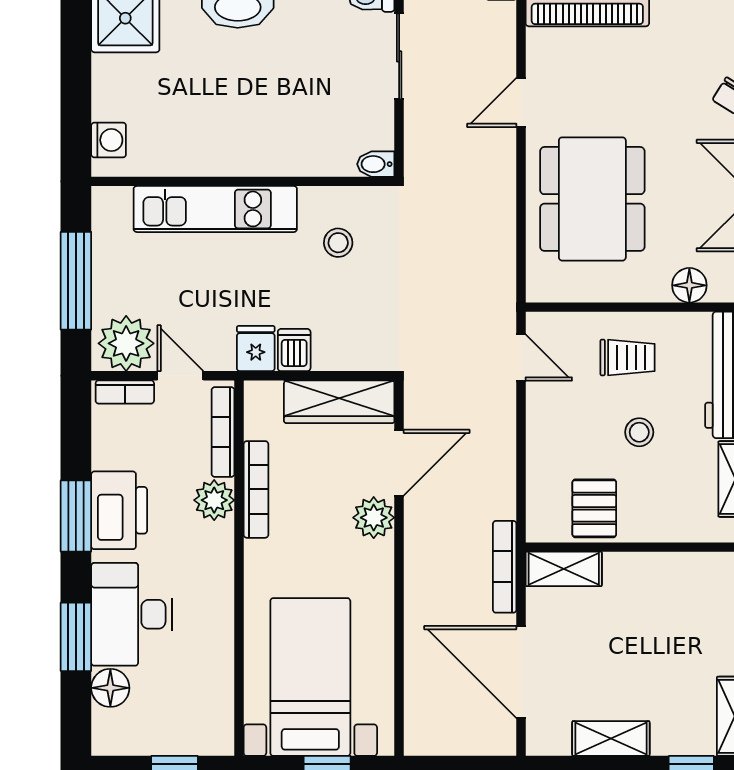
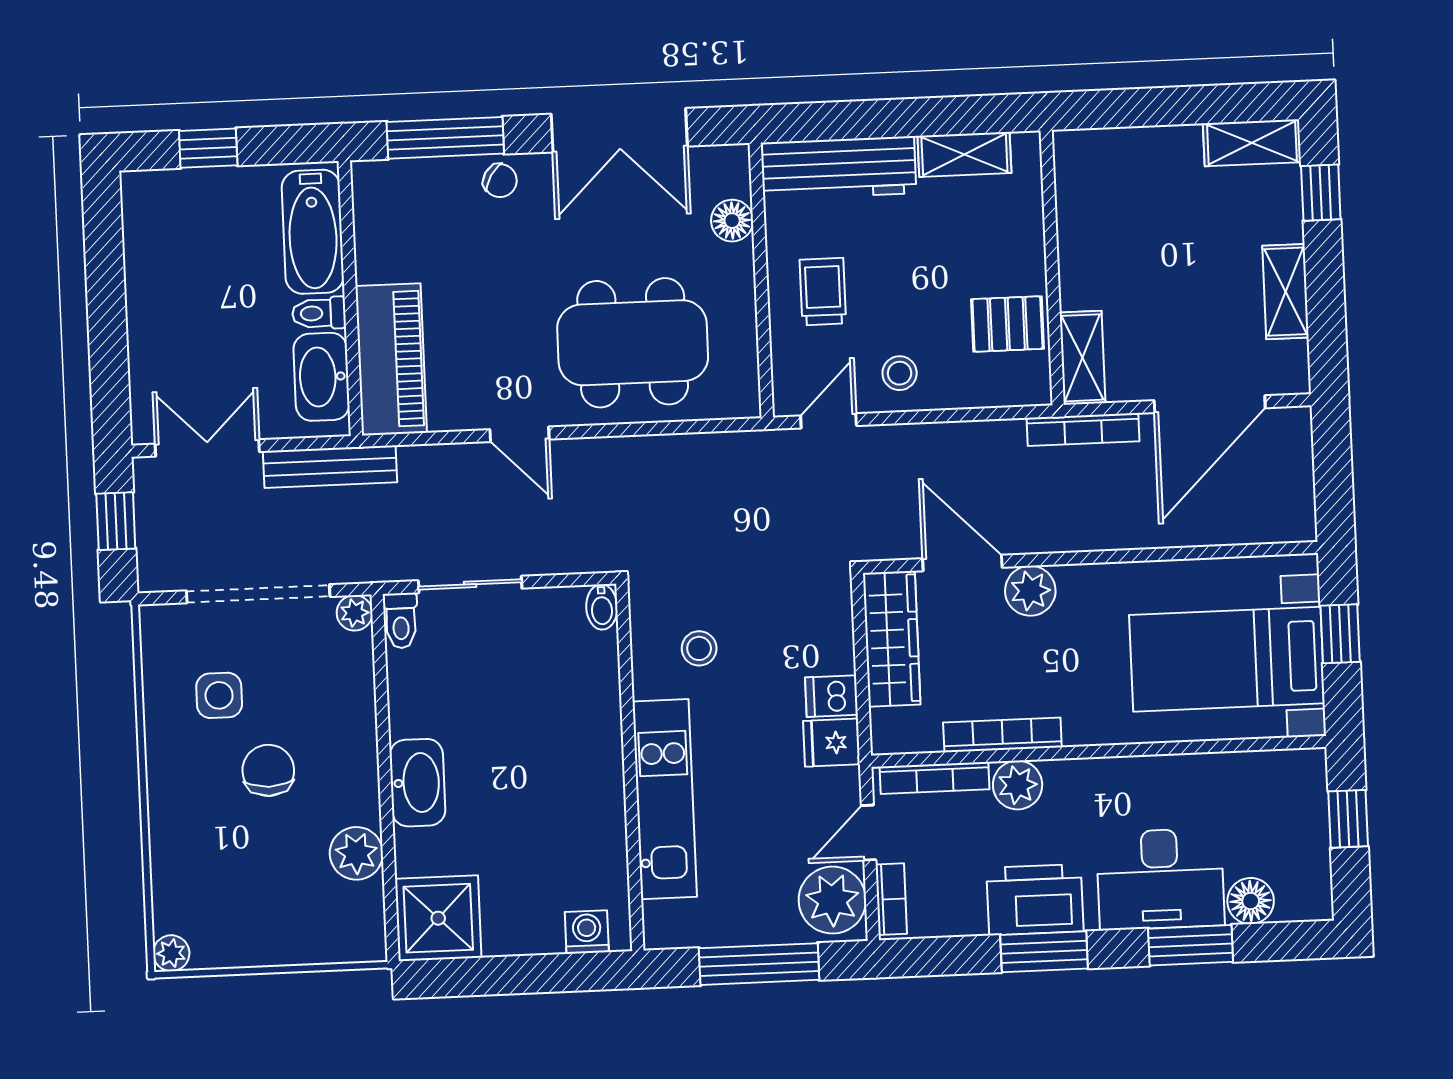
stool: (639, 432) -> (900, 373), moved

